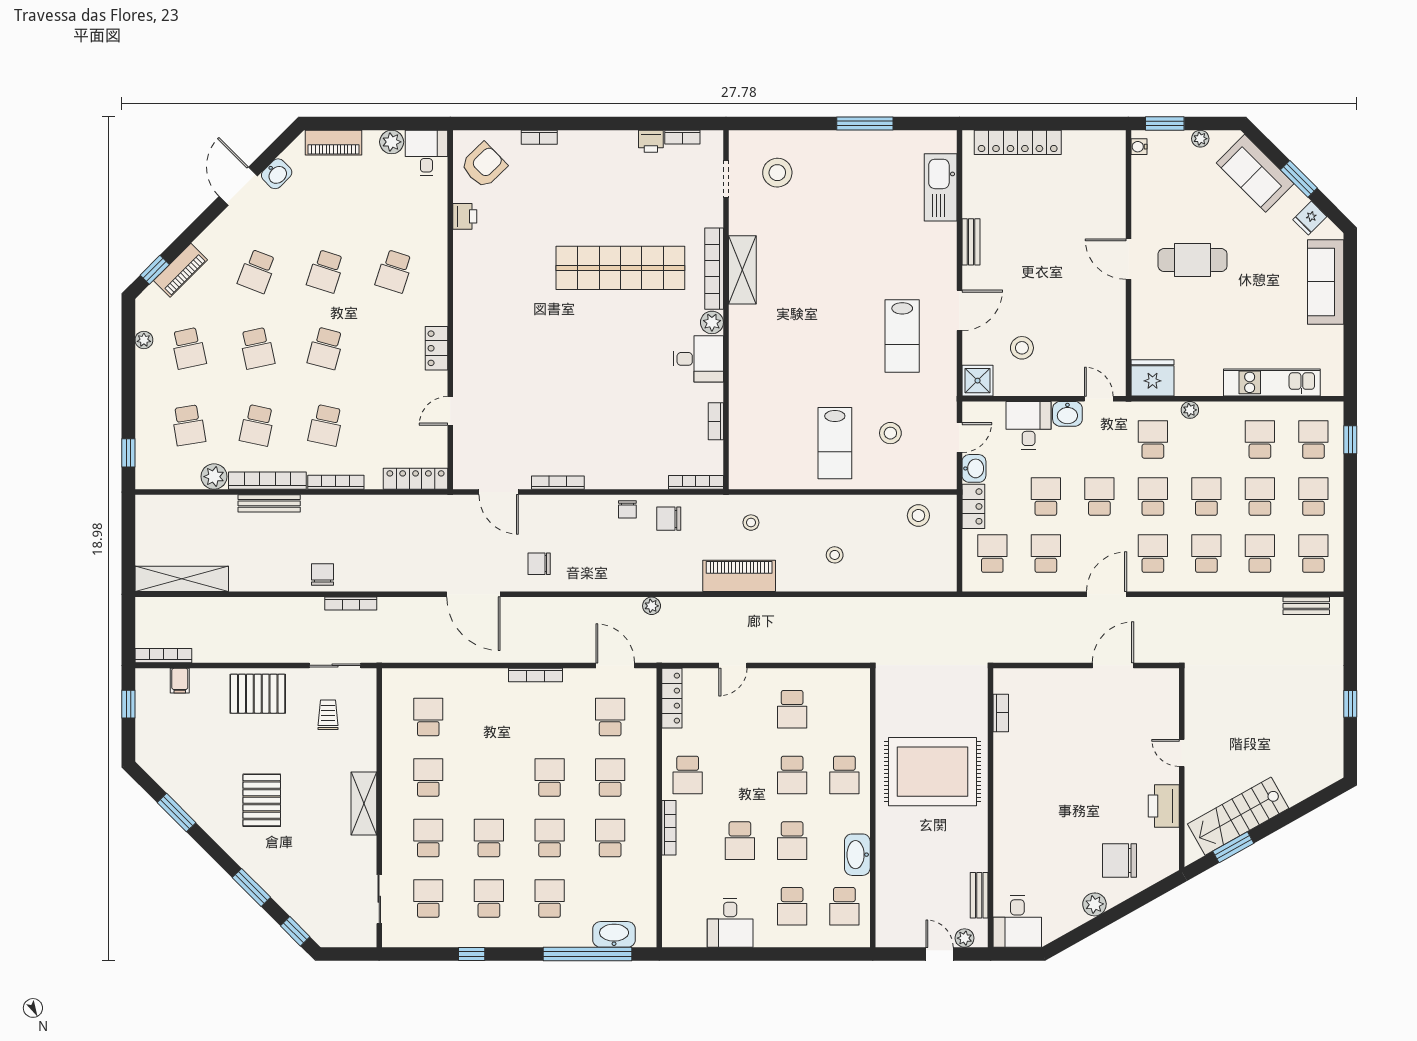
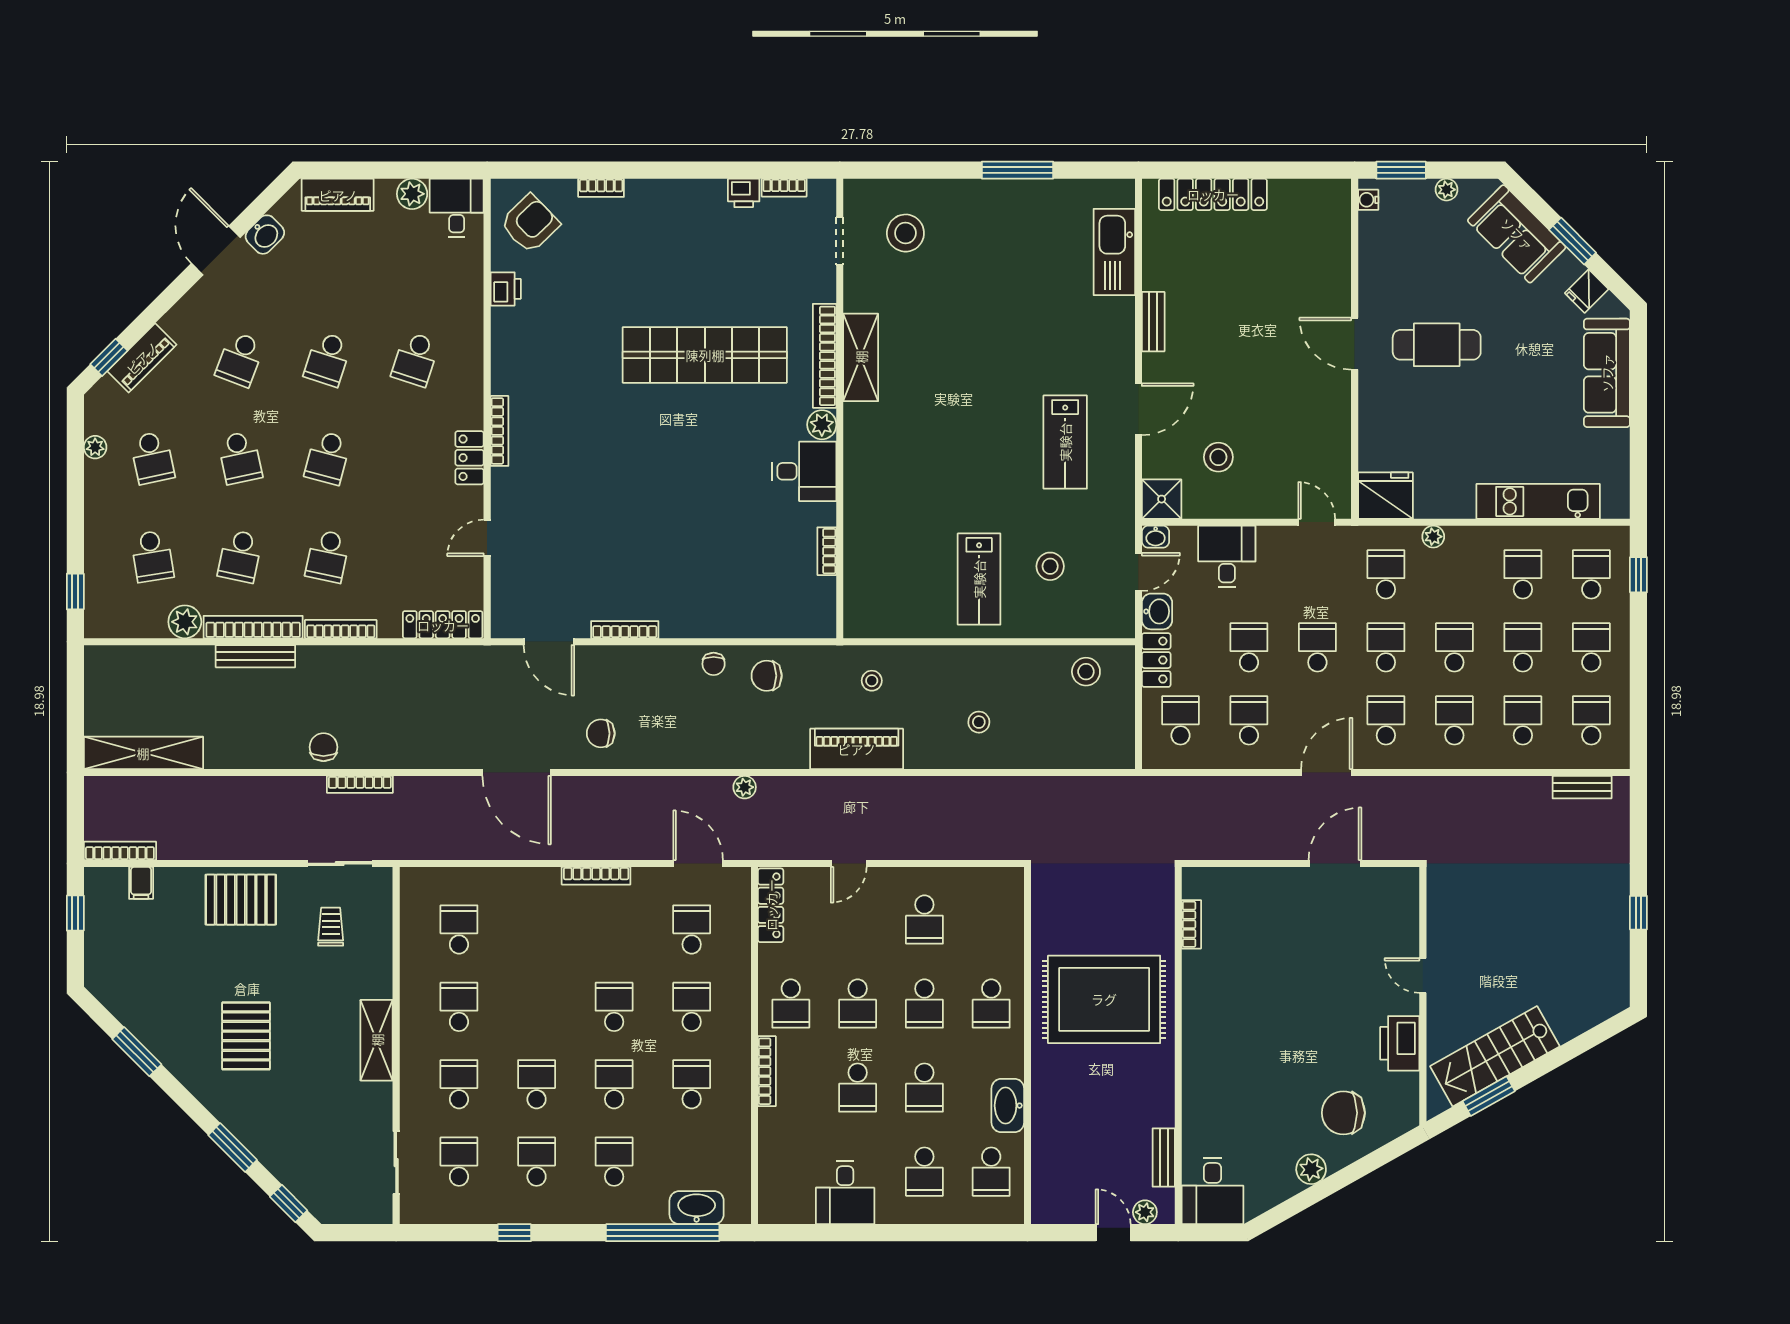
washbasin: (1067, 414) -> (1156, 537), moved, width x0.72, depth x0.69
bookcase: (696, 482) -> (499, 431), moved, turned 90
school desk: (740, 775) -> (858, 1004), added

